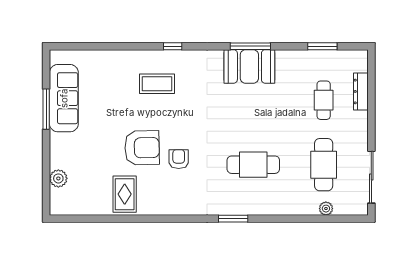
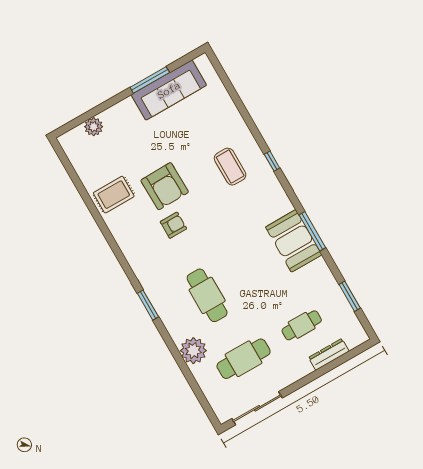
plant: (326, 209) -> (193, 351), moved, width x1.87, depth x1.87

